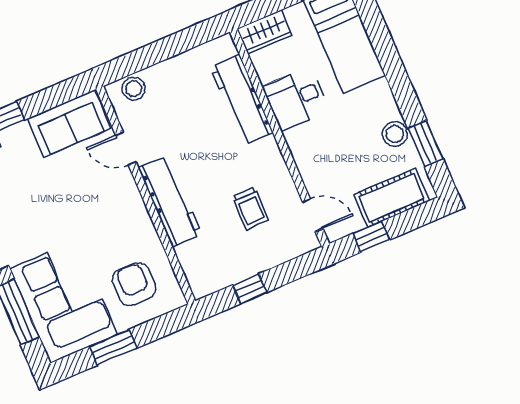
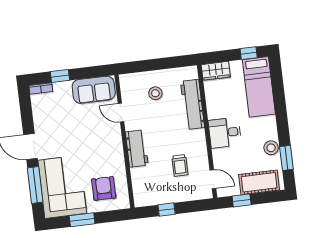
stool: (134, 89) -> (155, 93), moved
desk: (296, 99) -> (225, 133), moved
workbench: (170, 201) -> (137, 149), width x0.73

